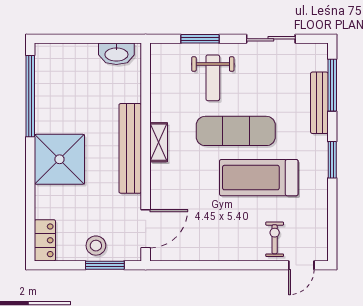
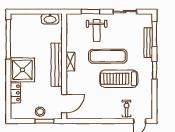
locker: (45, 240) -> (15, 93), moved

